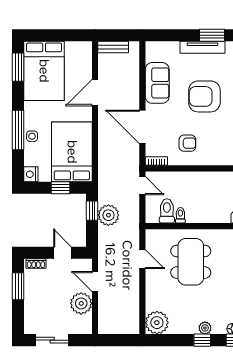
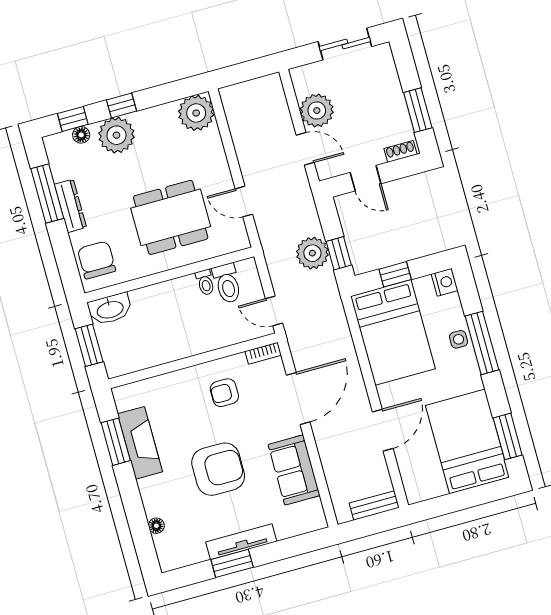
door: (142, 127) -> (298, 399), hinge flipped
dining table: (191, 262) -> (171, 217), turned 90
plant: (205, 328) -> (116, 135), width x1.87, depth x1.87

